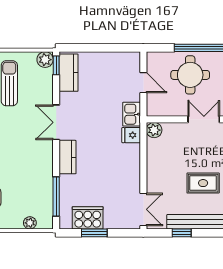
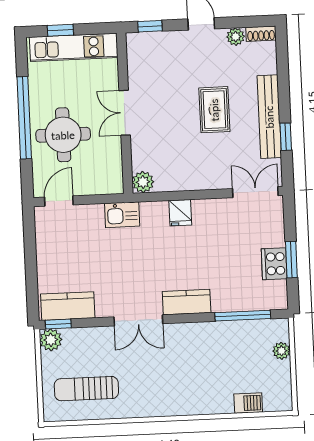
door: (143, 83) -> (59, 201), moved
fridge: (131, 135) -> (180, 213), moved
cooker: (88, 218) -> (274, 264), width x0.73, depth x0.76

